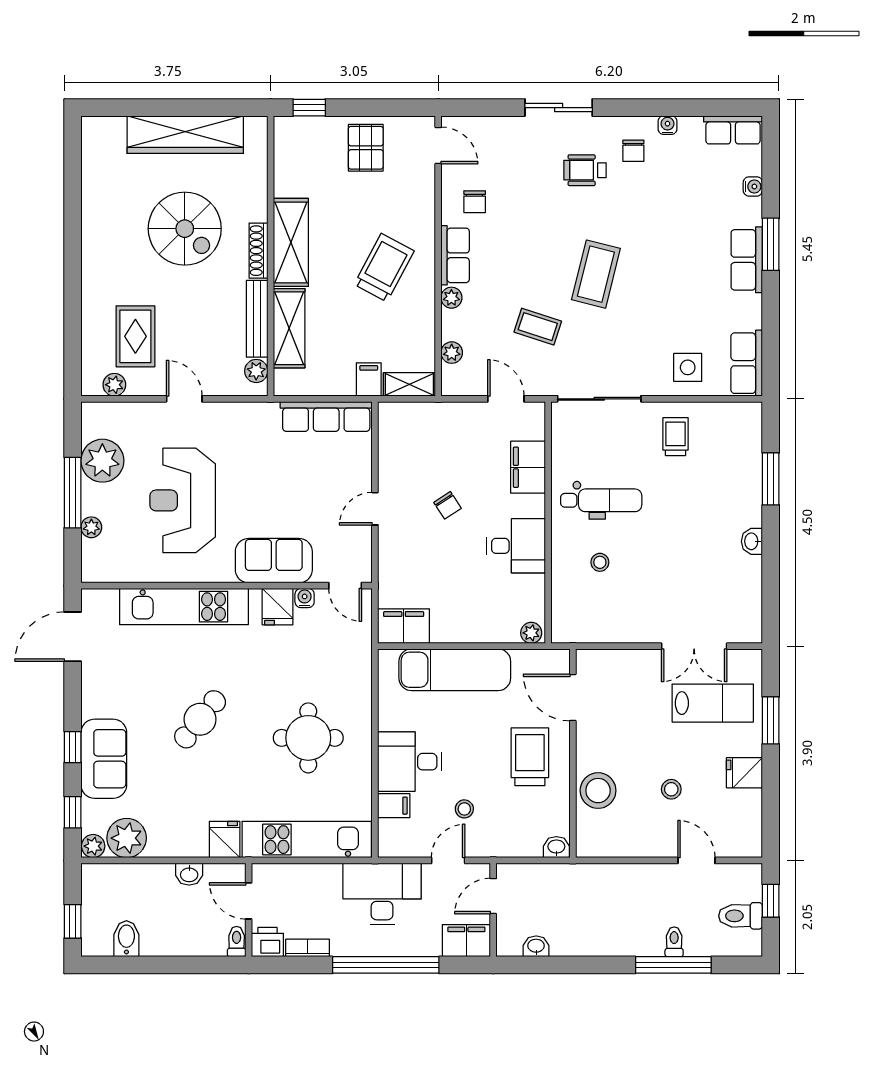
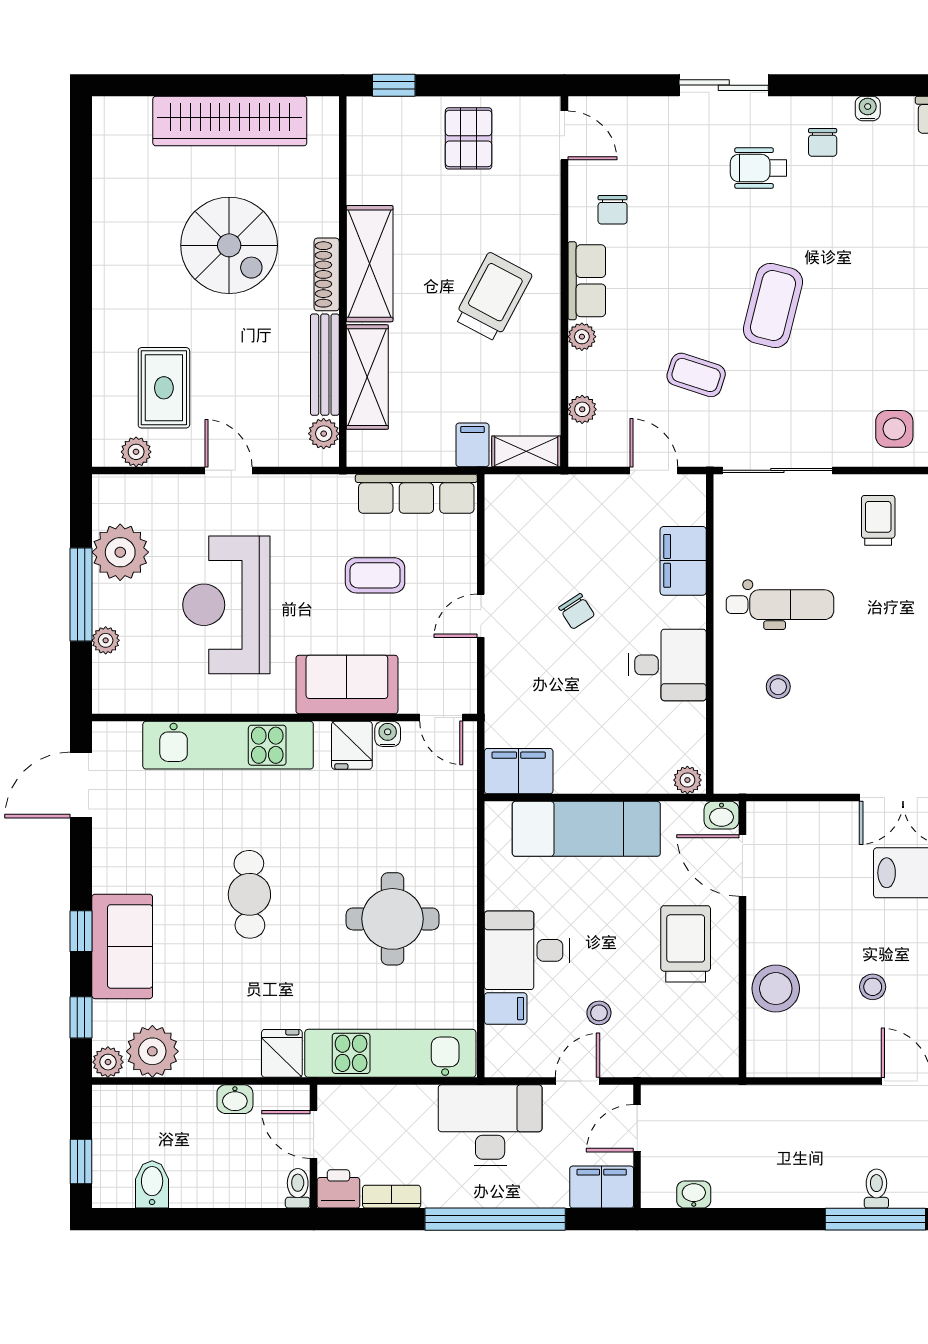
coffee table: (295, 478) -> (375, 575), added
cafe table: (200, 719) -> (249, 894), turned -40
washbasin: (556, 847) -> (721, 815), moved, turned 180

